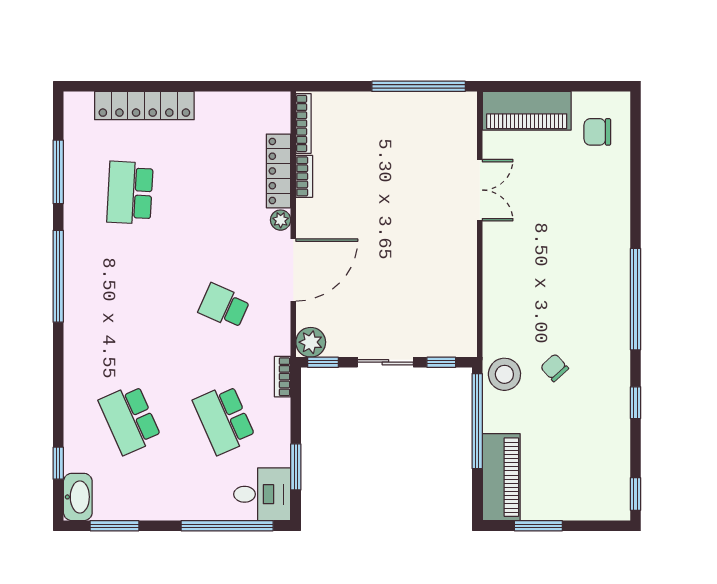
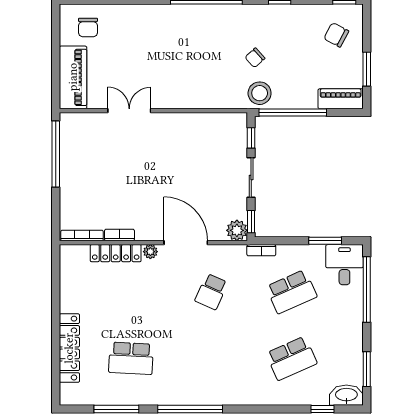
piano: (501, 477) -> (341, 99), width x0.73, depth x0.75
chair: (587, 483) -> (336, 35), added

